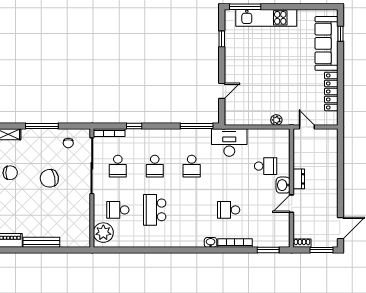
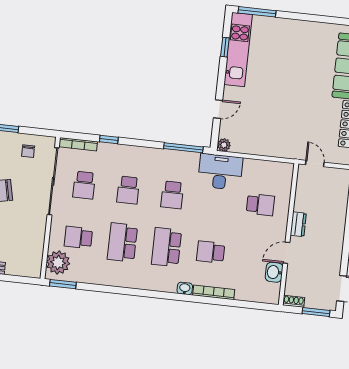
kitchen unit: (266, 18) -> (238, 50), moved, turned -90
plant: (276, 120) -> (224, 145), moved
washbasin: (283, 185) -> (274, 272), moved
school desk: (192, 210) -> (166, 247), added
window: (268, 250) -> (63, 284), moved

